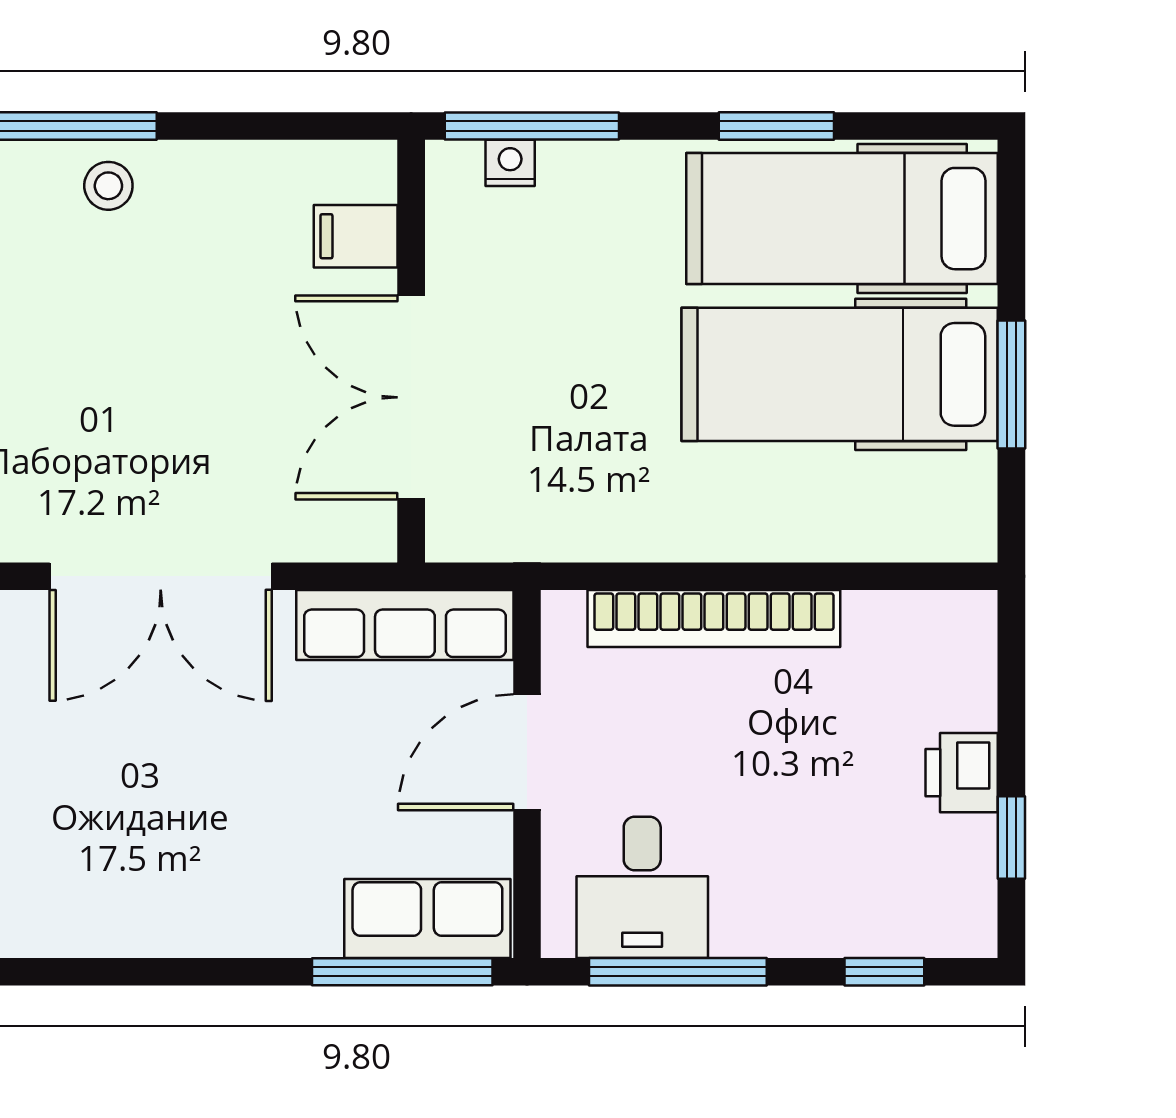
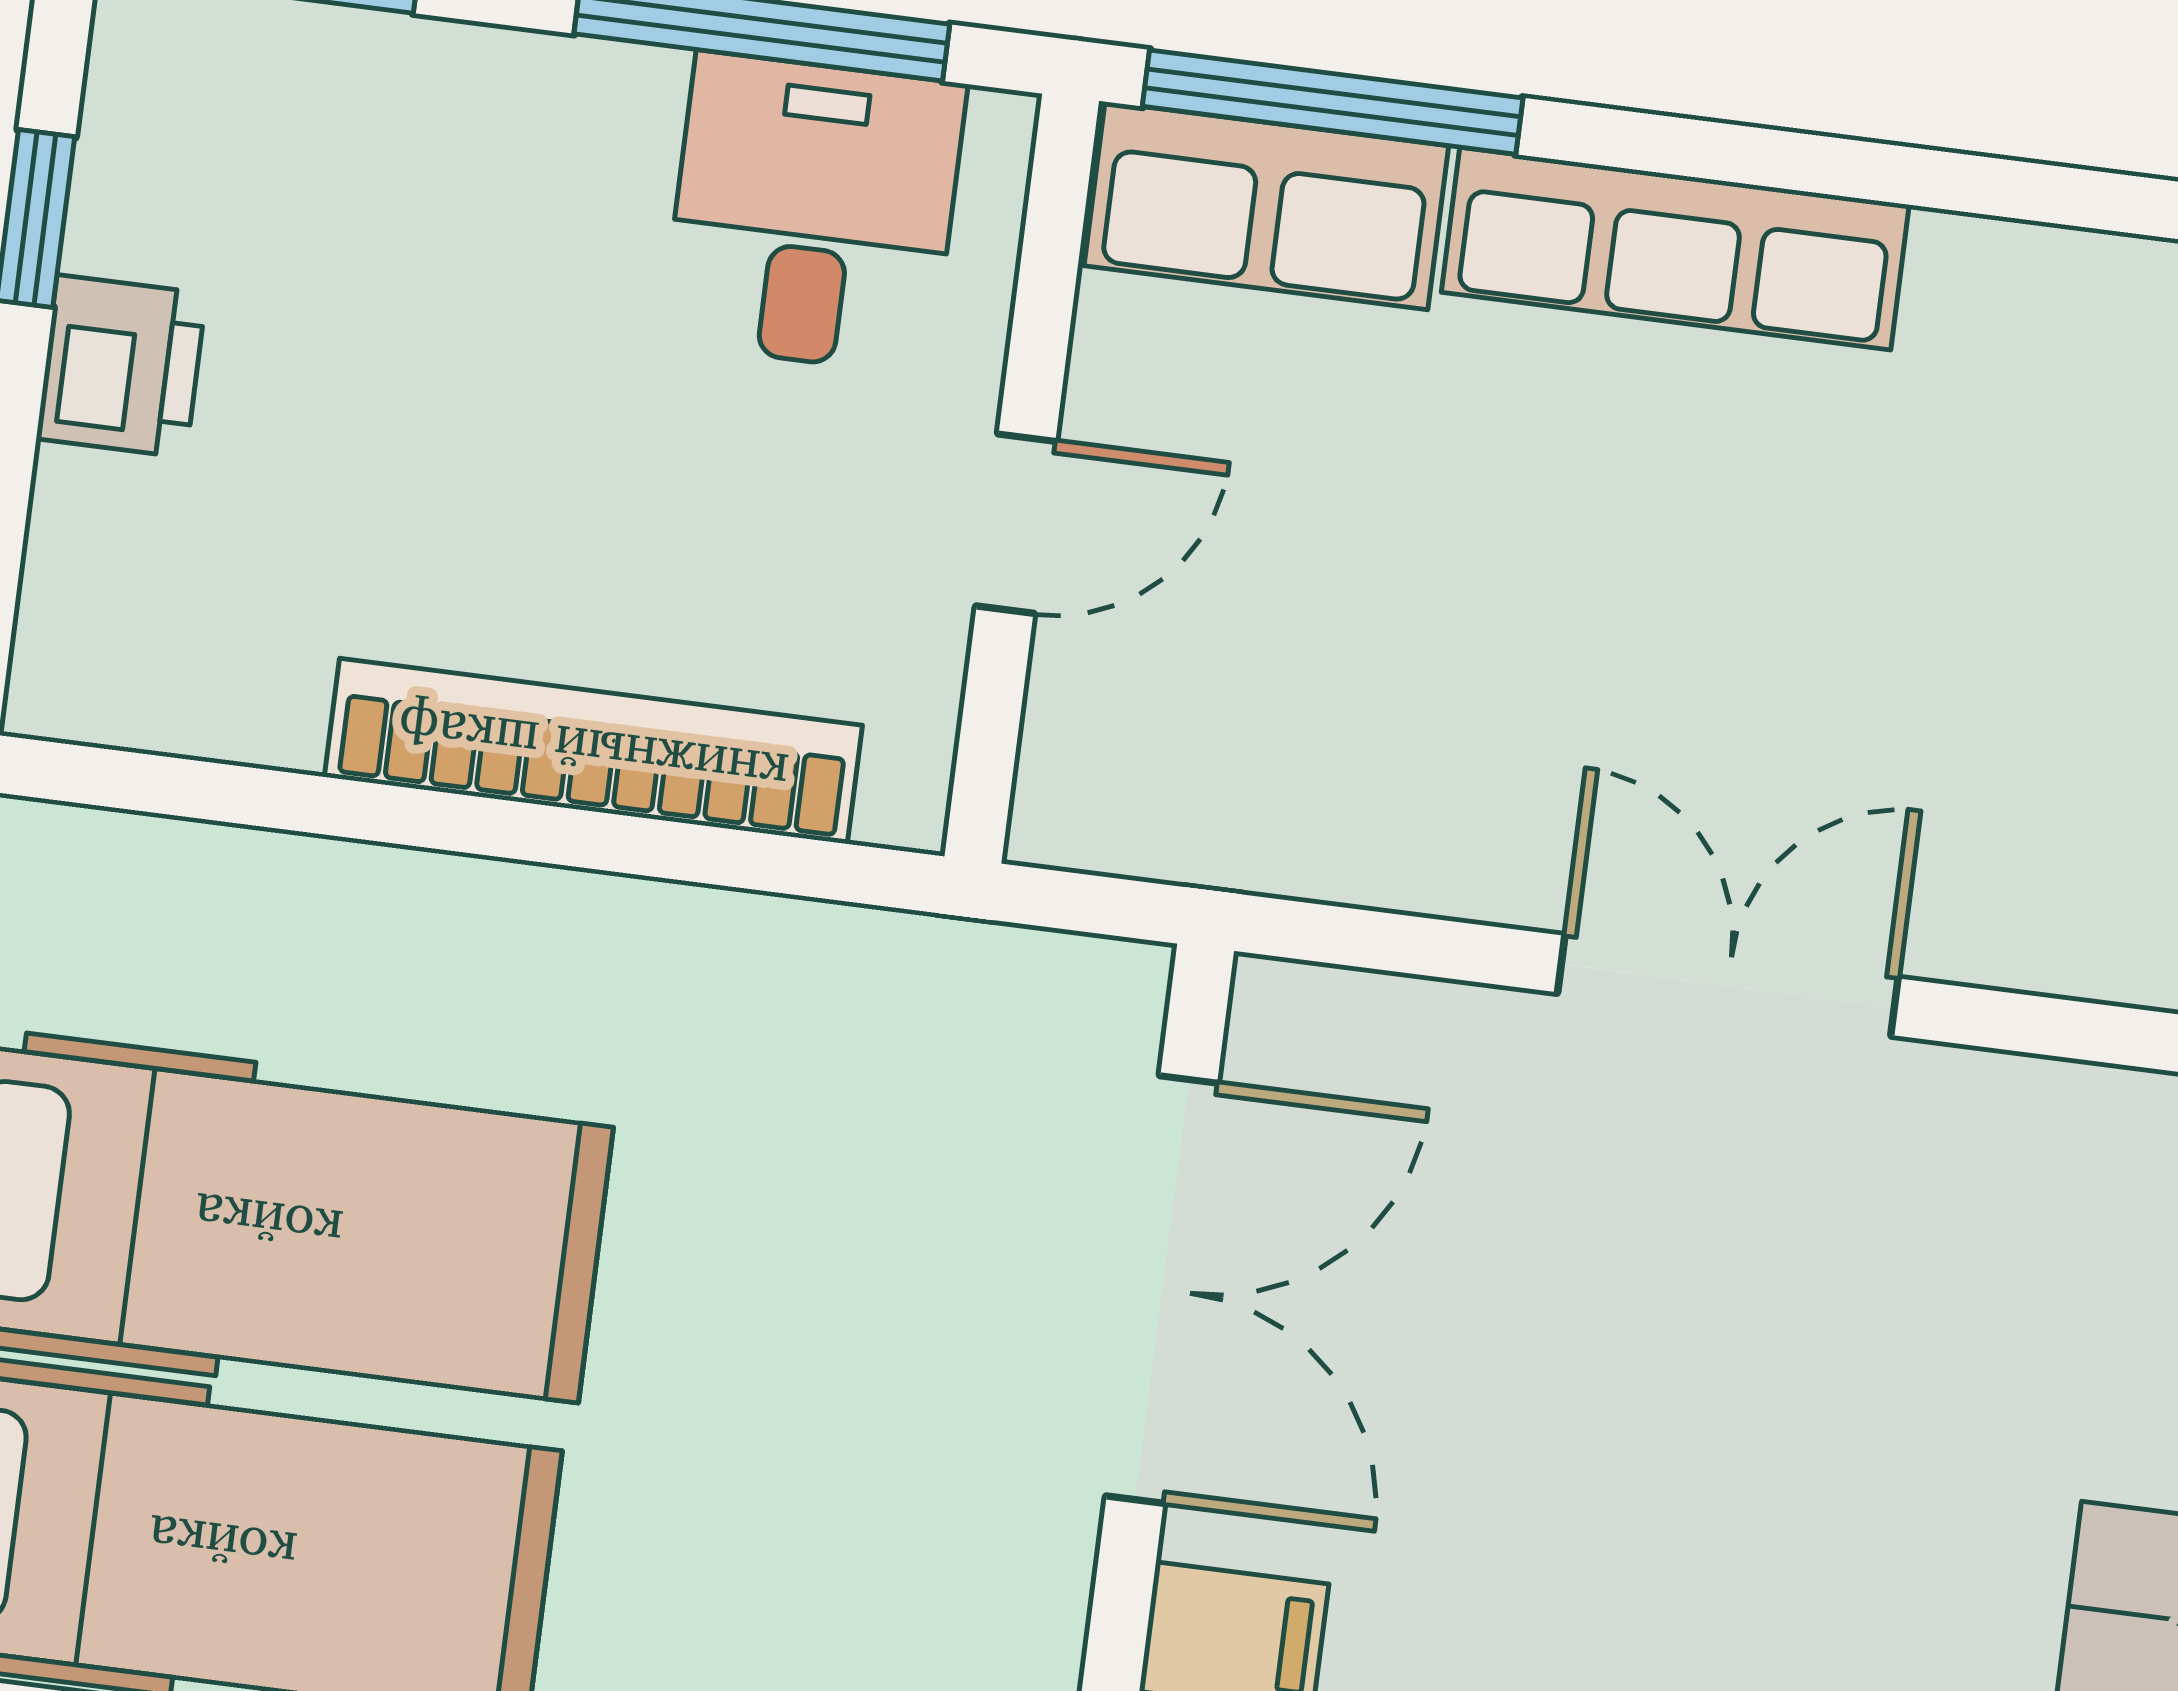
double door: (161, 576) -> (1728, 985), width x0.73
row of seats: (405, 625) -> (1675, 249), moved, turned 180
door: (527, 752) -> (1016, 524), width x0.73

